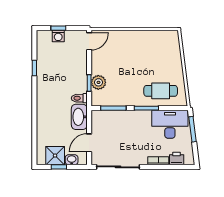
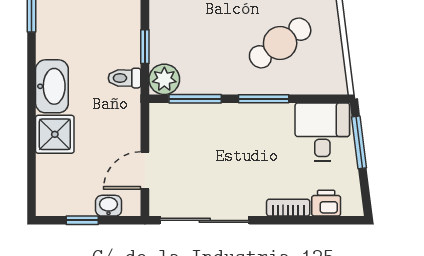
plant: (98, 82) -> (164, 79), moved
cafe table: (161, 91) -> (280, 43), moved, turned -35
washbasin: (79, 117) -> (52, 86), moved, turned 180
desk: (170, 124) -> (322, 132), width x0.73
shower: (55, 156) -> (55, 134), moved

